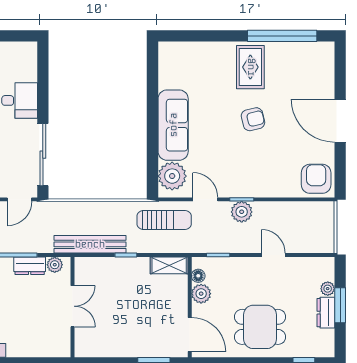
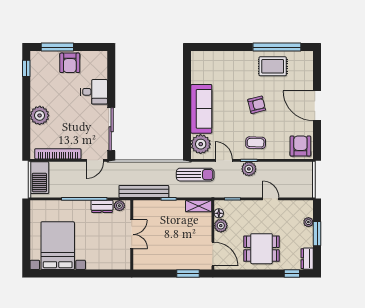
rug: (250, 67) -> (273, 66), moved, turned 90
coffee table: (251, 174) -> (256, 143), added
dresser: (326, 313) -> (307, 259), moved

